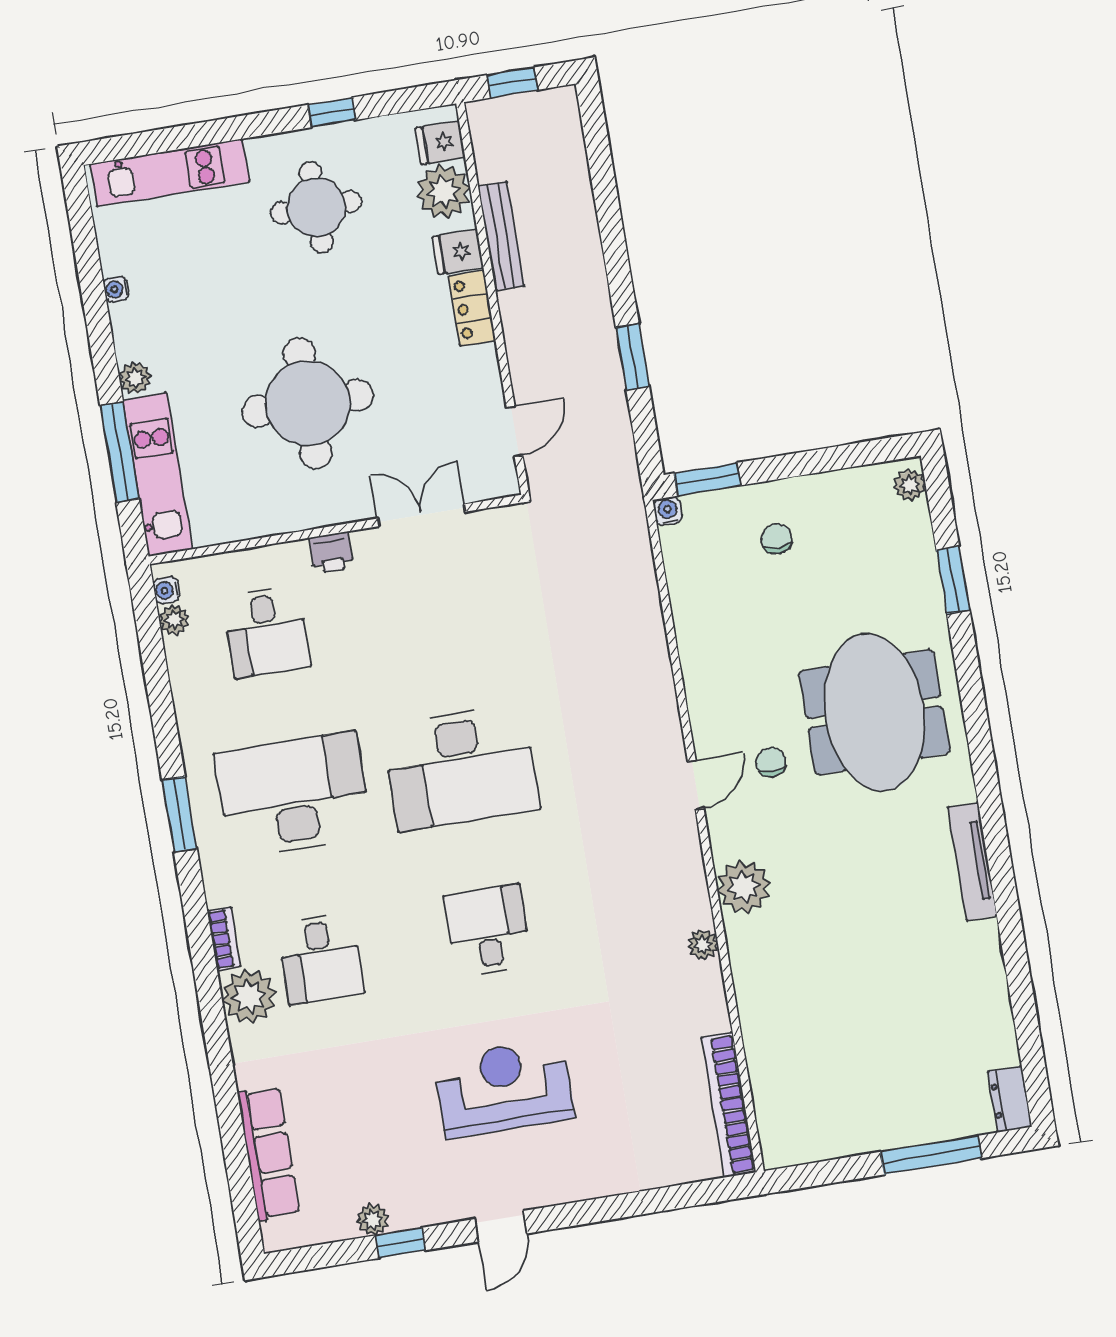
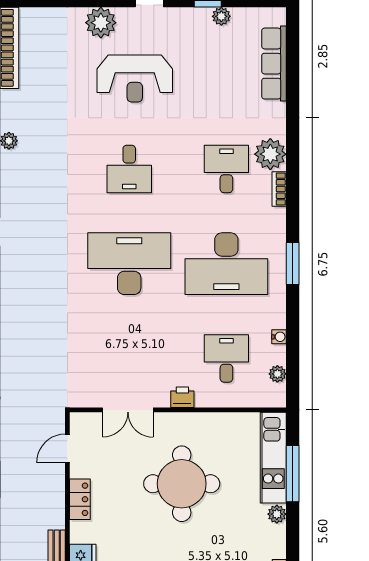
locker: (472, 308) -> (80, 499), moved
water cooler: (166, 590) -> (279, 337), moved
plant: (579, 1175) -> (101, 23), added

